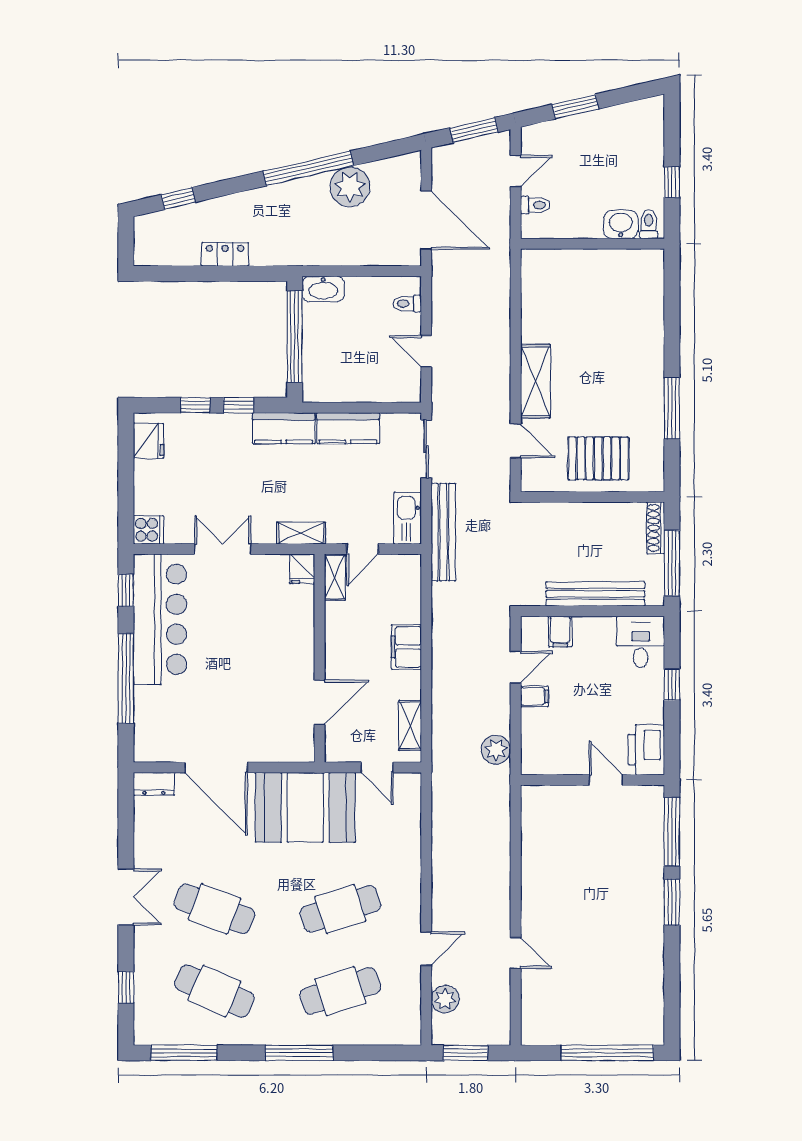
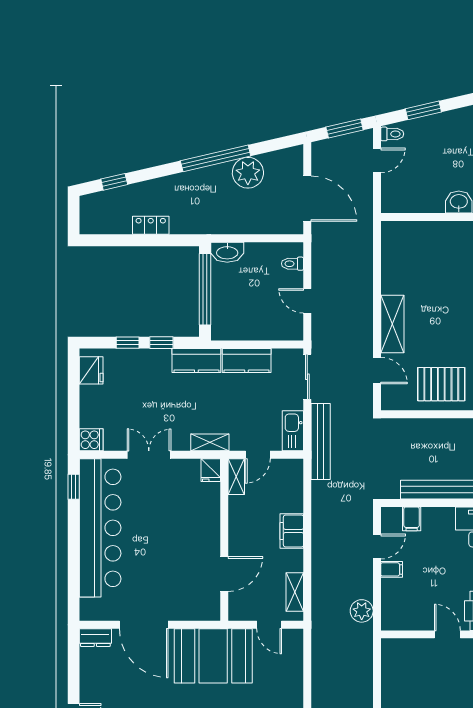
toilet: (535, 205) -> (392, 134), moved
bar counter: (160, 619) -> (100, 528), width x1.36
window: (126, 678) -> (74, 555), removed

